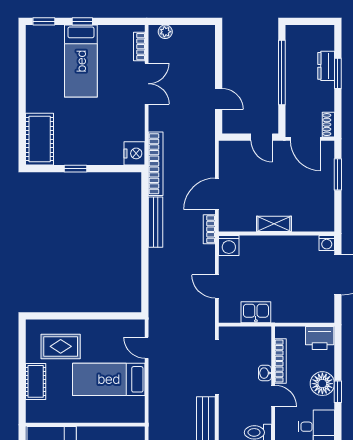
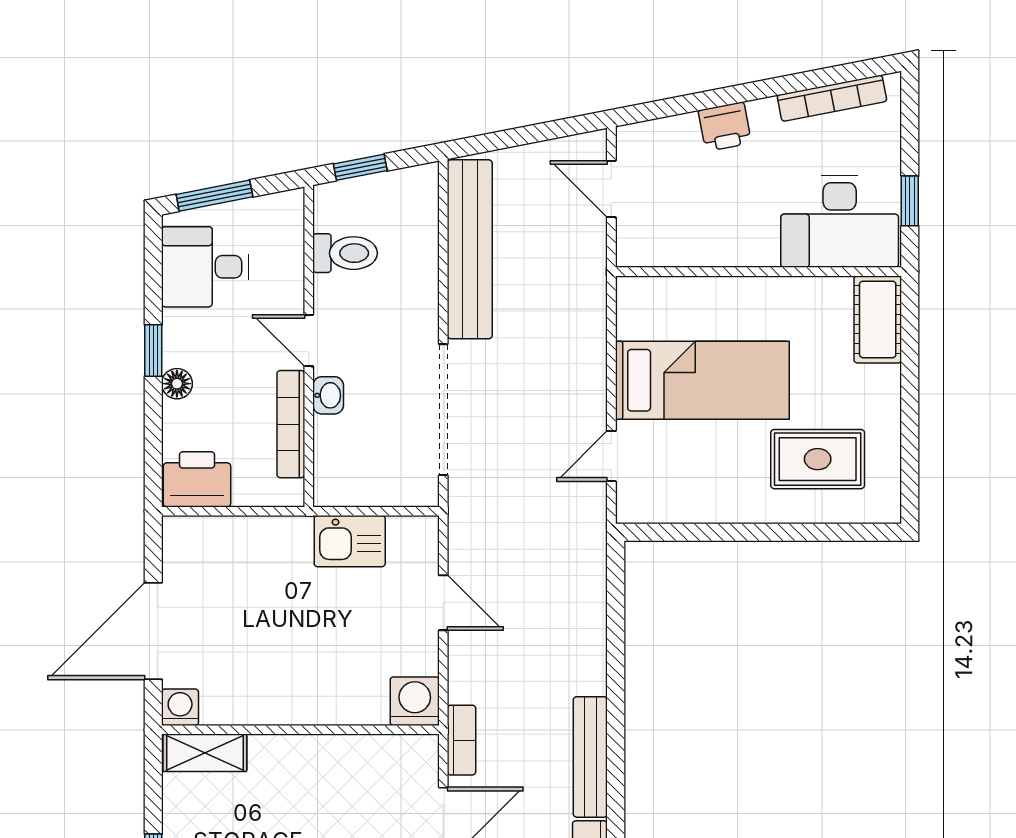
shelving: (274, 224) -> (205, 753), moved
door: (147, 348) -> (611, 456), swing flipped
cot: (36, 381) -> (878, 319), moved
floor lamp: (322, 384) -> (177, 384), width x0.53, depth x0.53

